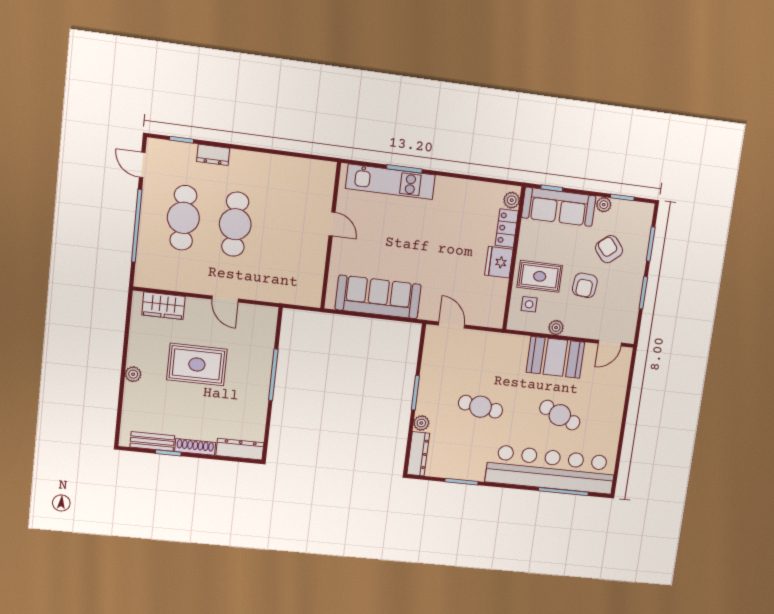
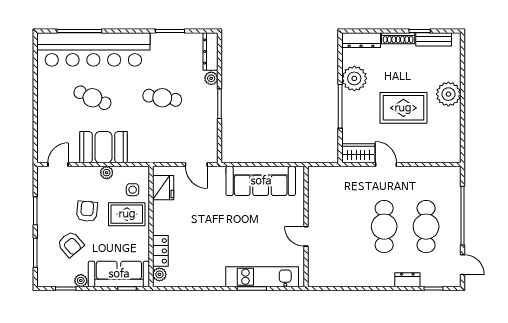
fridge: (499, 262) -> (163, 188), moved
wardrobe: (163, 306) -> (358, 153), moved
plant: (133, 374) -> (448, 94), width x1.88, depth x1.88
plant: (253, 405) -> (354, 78), added

